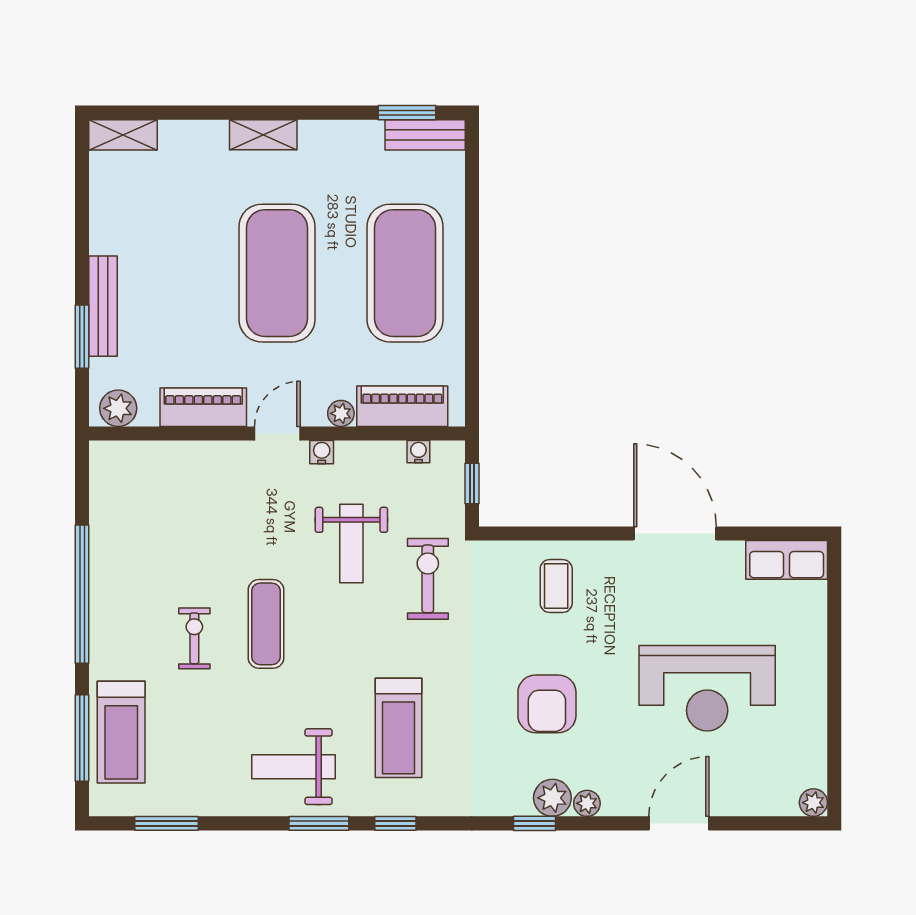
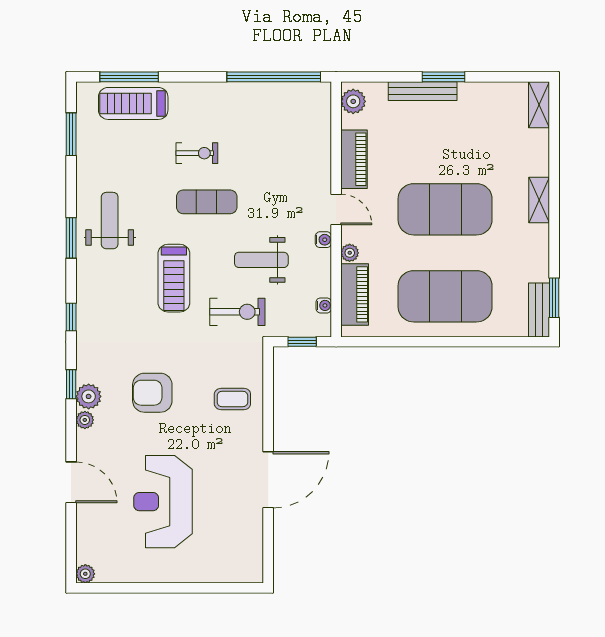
window: (82, 337) -> (443, 77), moved
row of seats: (787, 560) -> (250, 556), removed
window: (82, 594) -> (274, 77), moved
treadmill: (398, 728) -> (174, 278), moved, turned -90
window: (395, 823) -> (71, 317), moved

